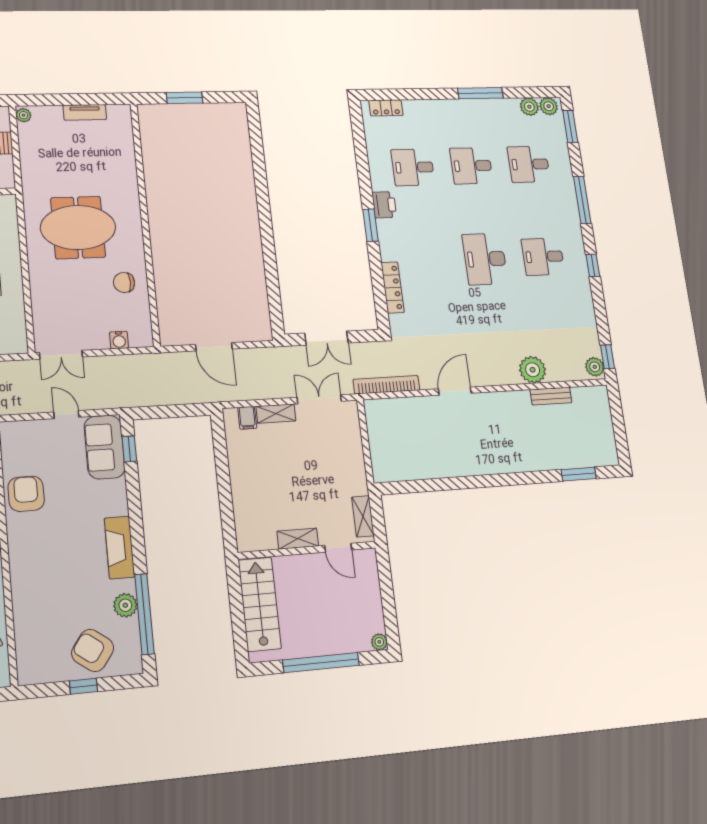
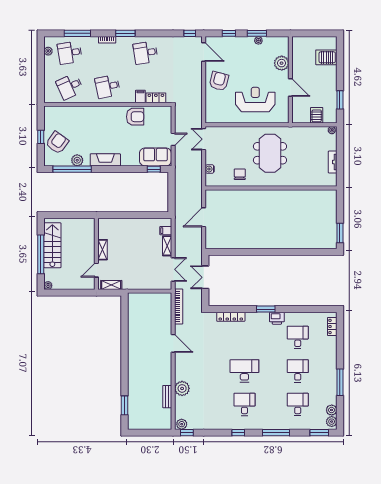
window: (184, 98) -> (340, 233), moved
stairs: (260, 604) -> (52, 245), moved, turned -90

